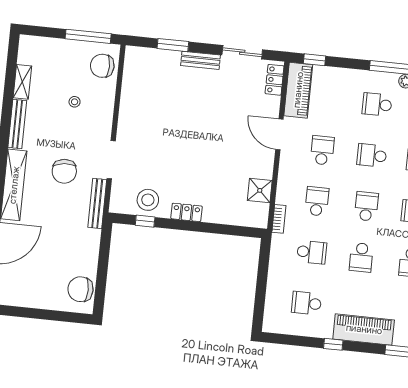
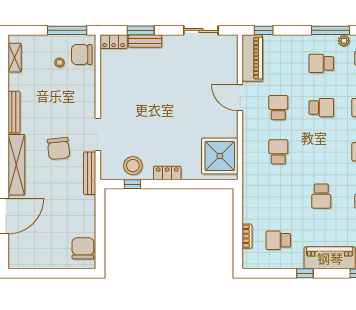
bench: (200, 60) -> (145, 41), moved
locker: (275, 80) -> (114, 42), moved, turned -90
shelving: (22, 82) -> (15, 58), moved
stool: (75, 102) -> (59, 62), moved
school desk: (372, 155) -> (321, 108), turned 180
shower: (260, 190) -> (220, 156), width x1.86, depth x1.86
school desk: (366, 206) -> (321, 152), removed
bookcase: (279, 219) -> (247, 236), moved
school desk: (312, 252) -> (278, 196), removed
chair: (80, 289) -> (83, 248), turned 90

